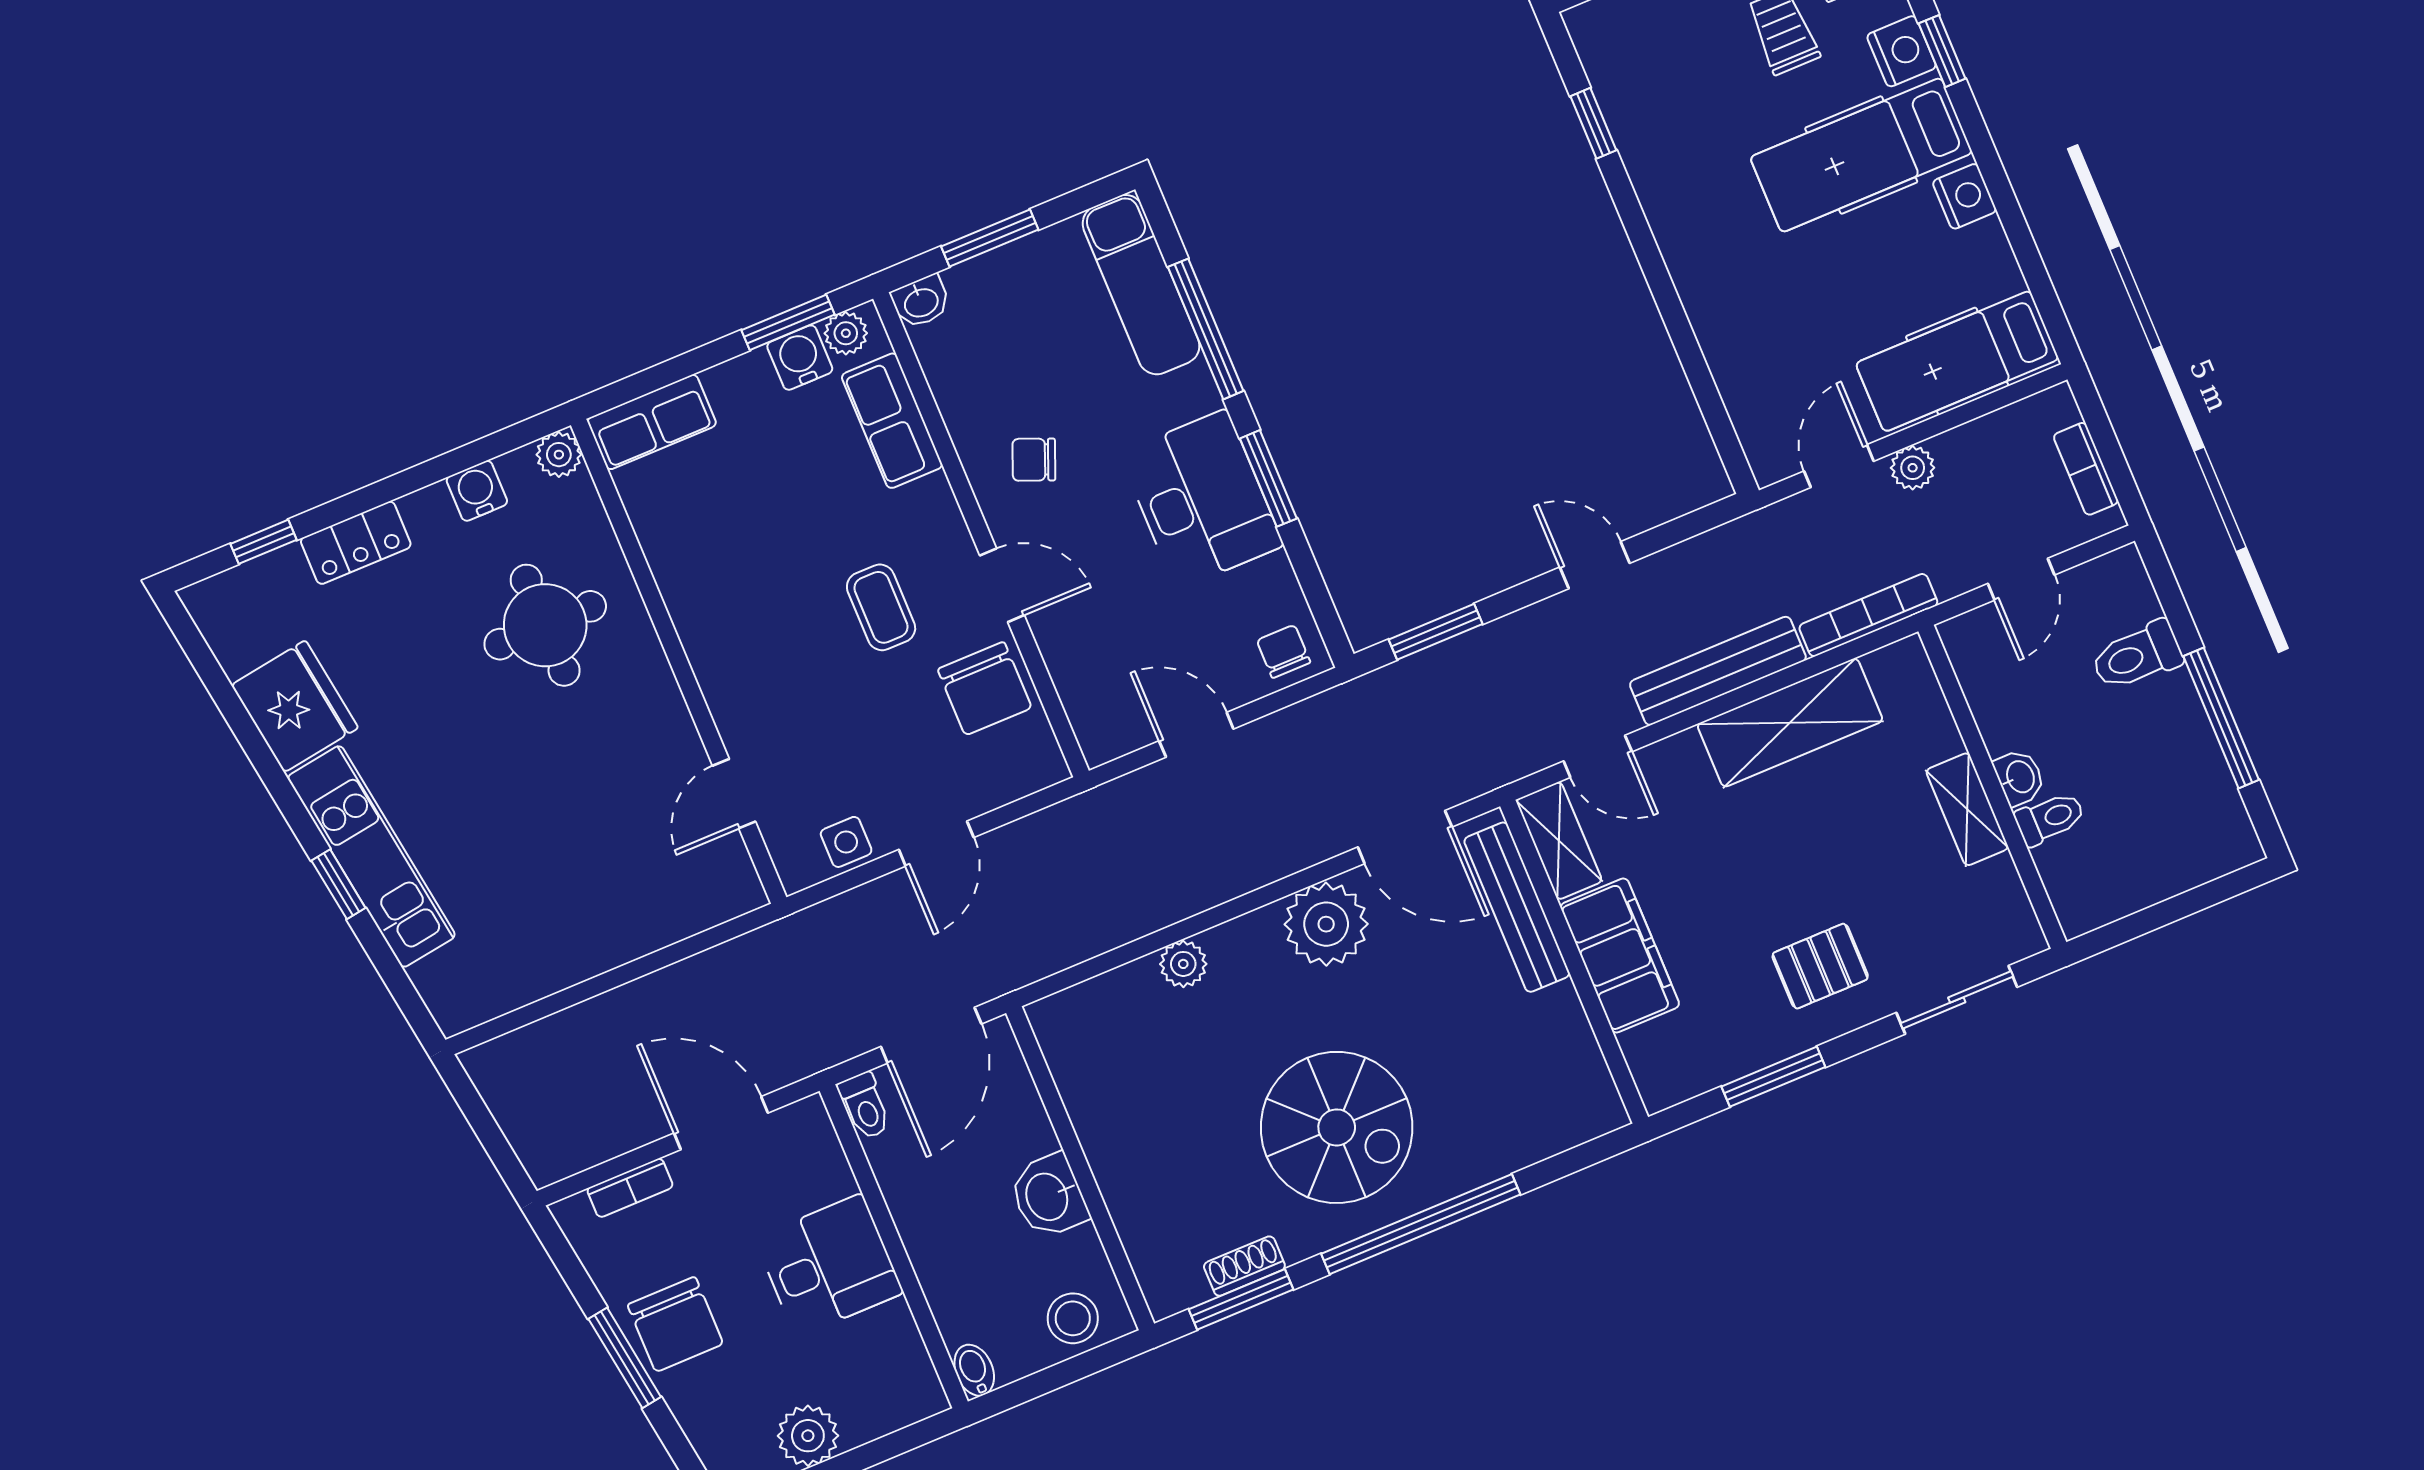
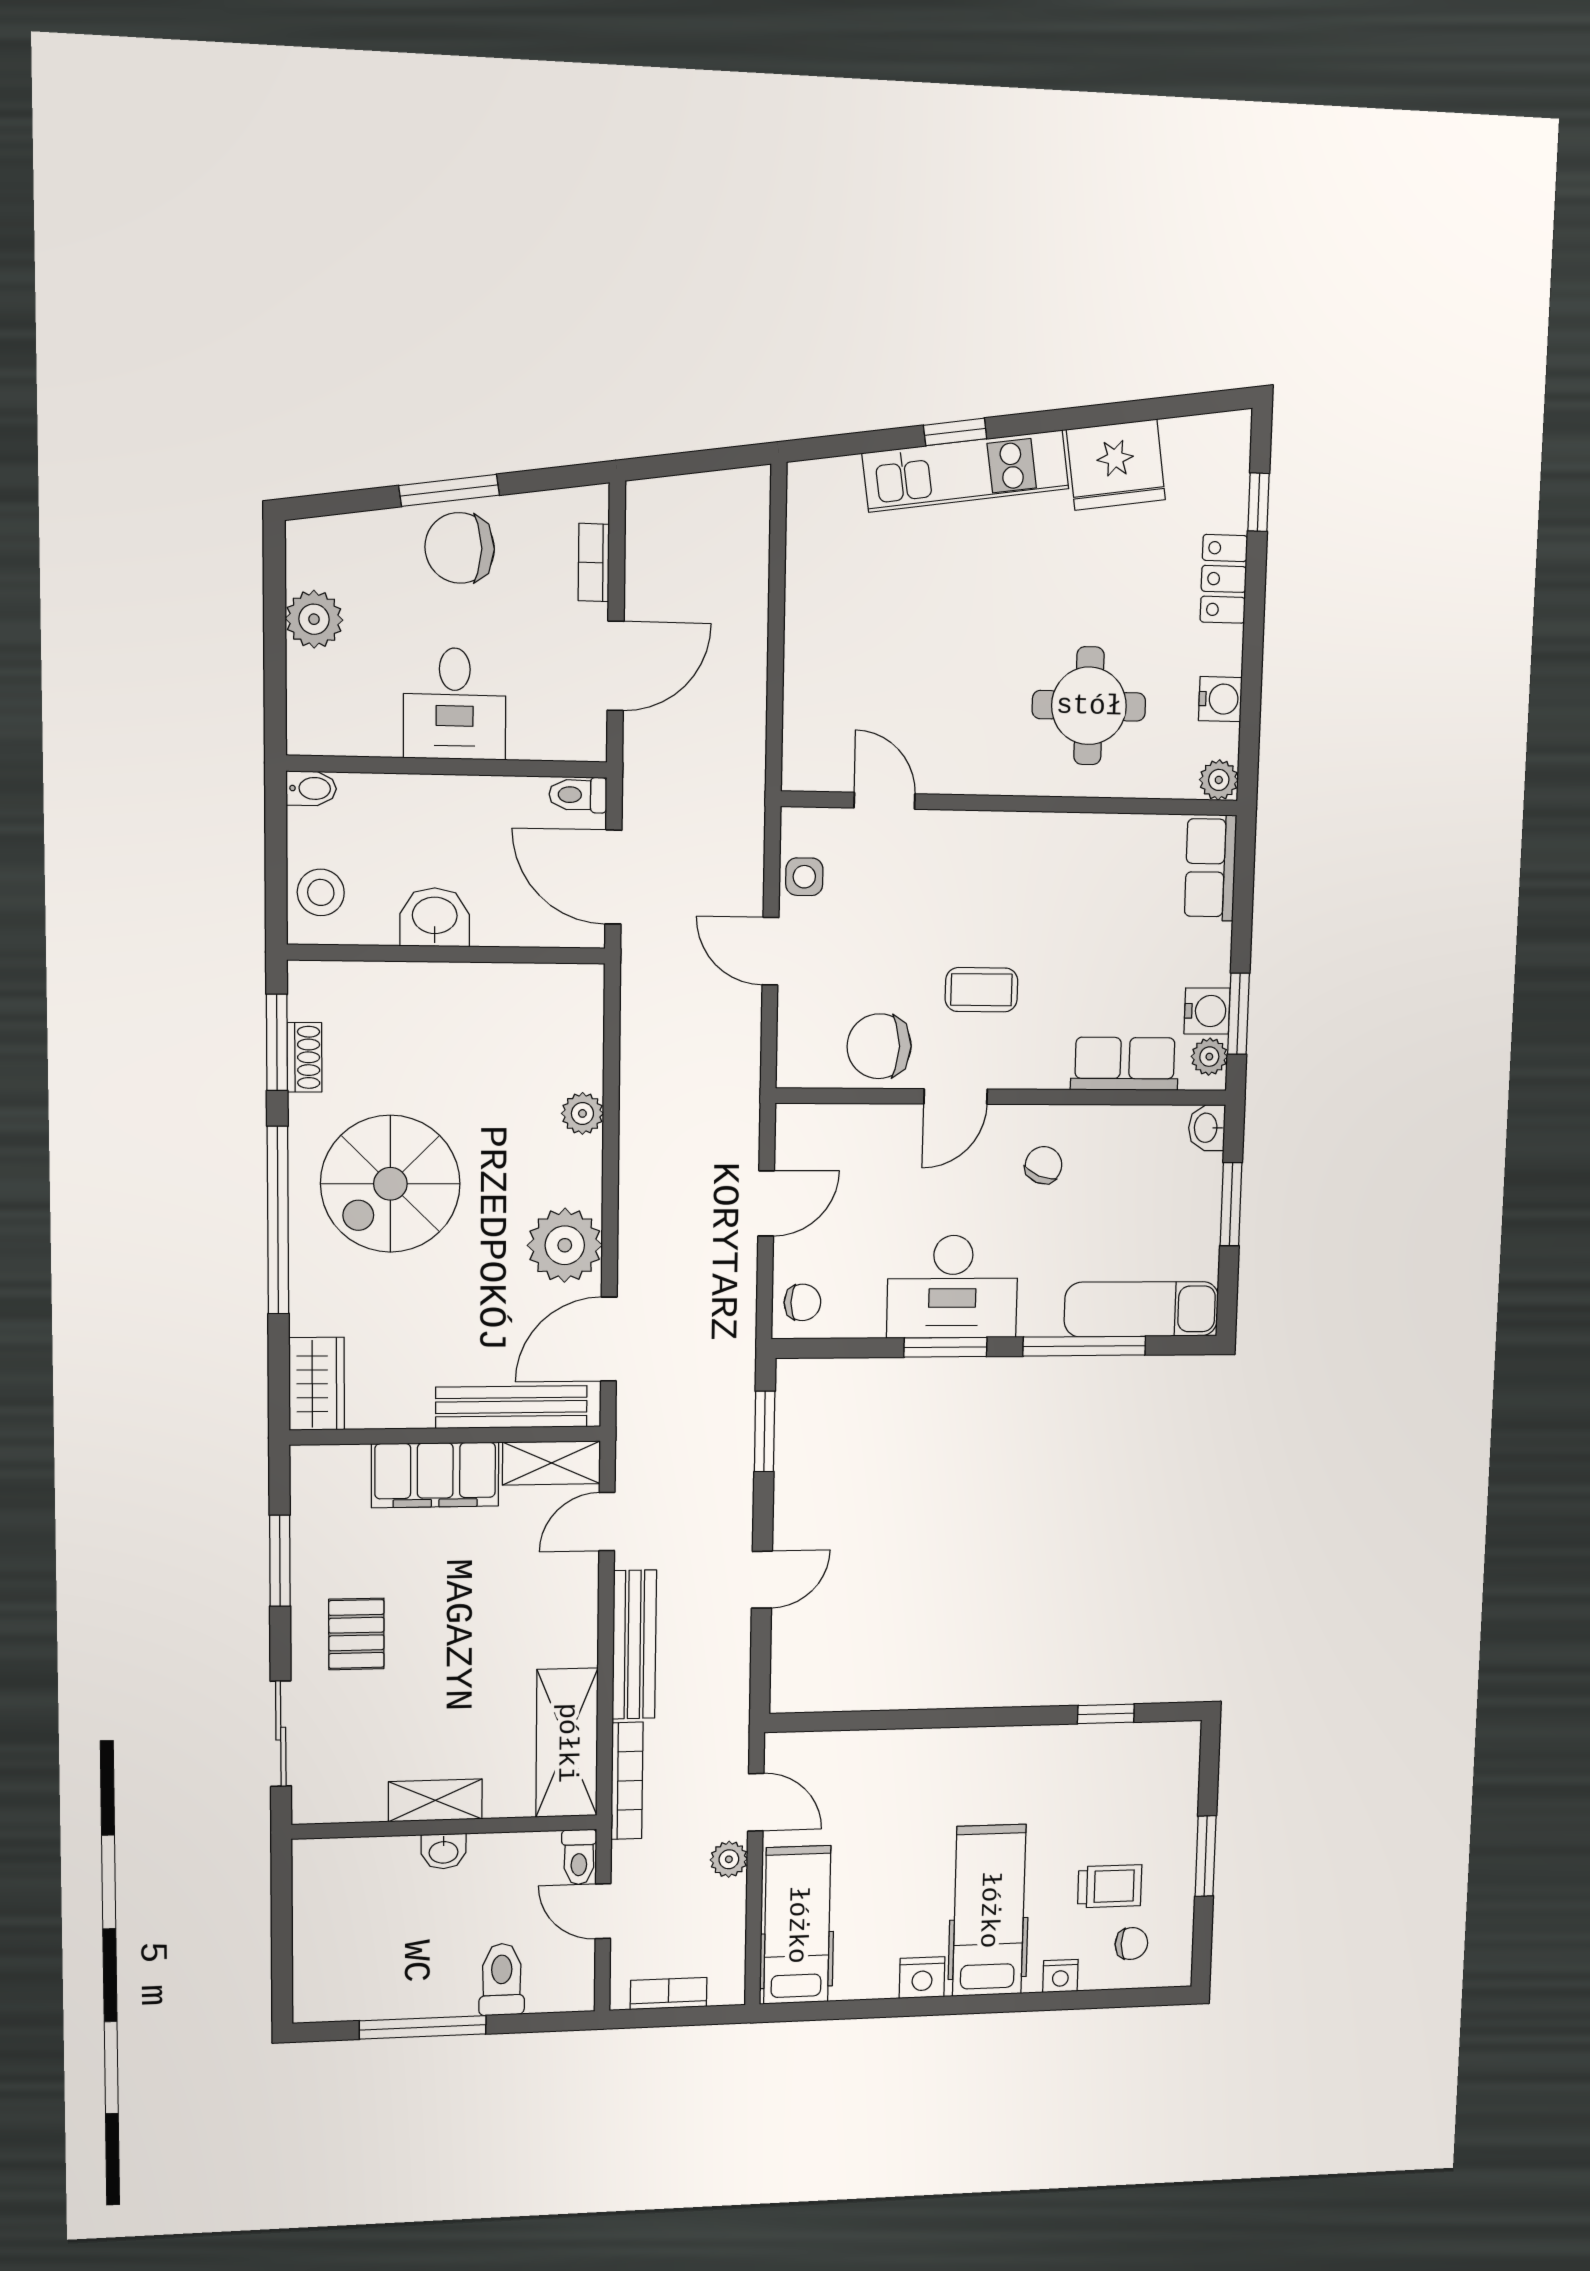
nightstand: (1902, 51) -> (1060, 1976), width x0.72, depth x0.74
window: (1942, 51) -> (1040, 2001), removed
shelving: (1790, 723) -> (567, 1743), moved
toilet: (2050, 818) -> (579, 1857), moved
wardrobe: (1573, 1116) -> (317, 1384), added

